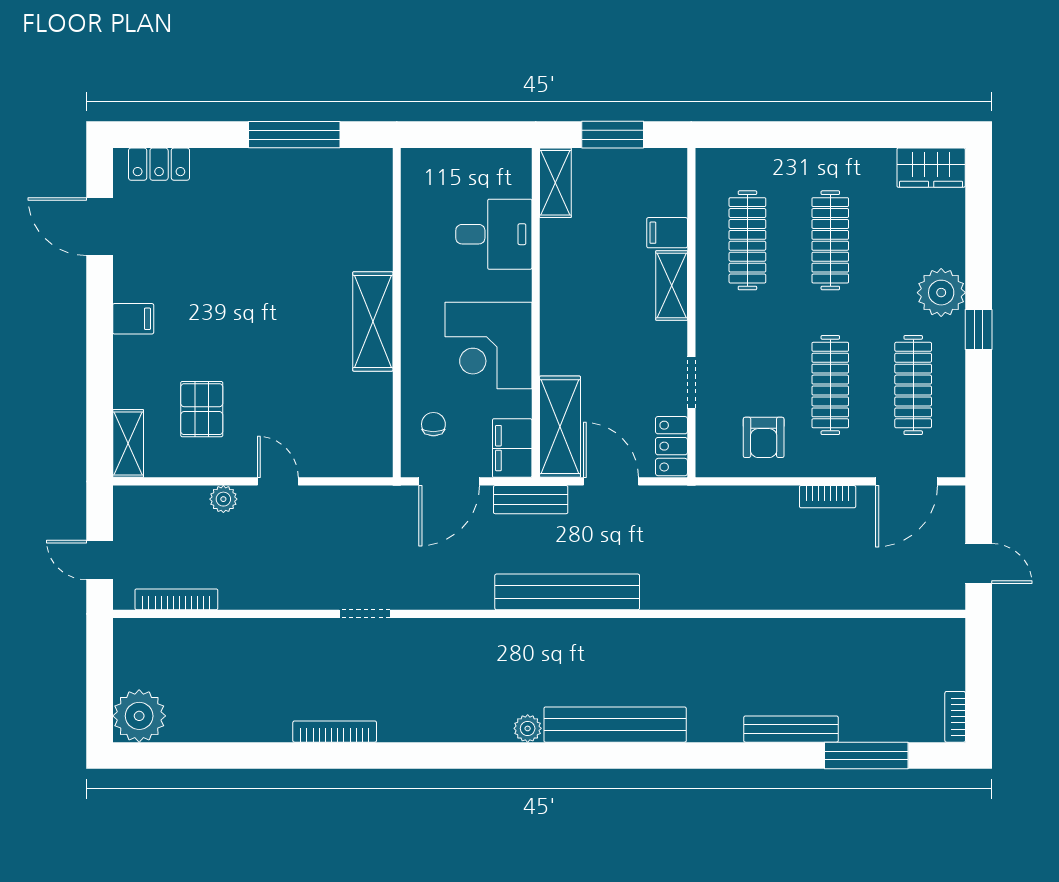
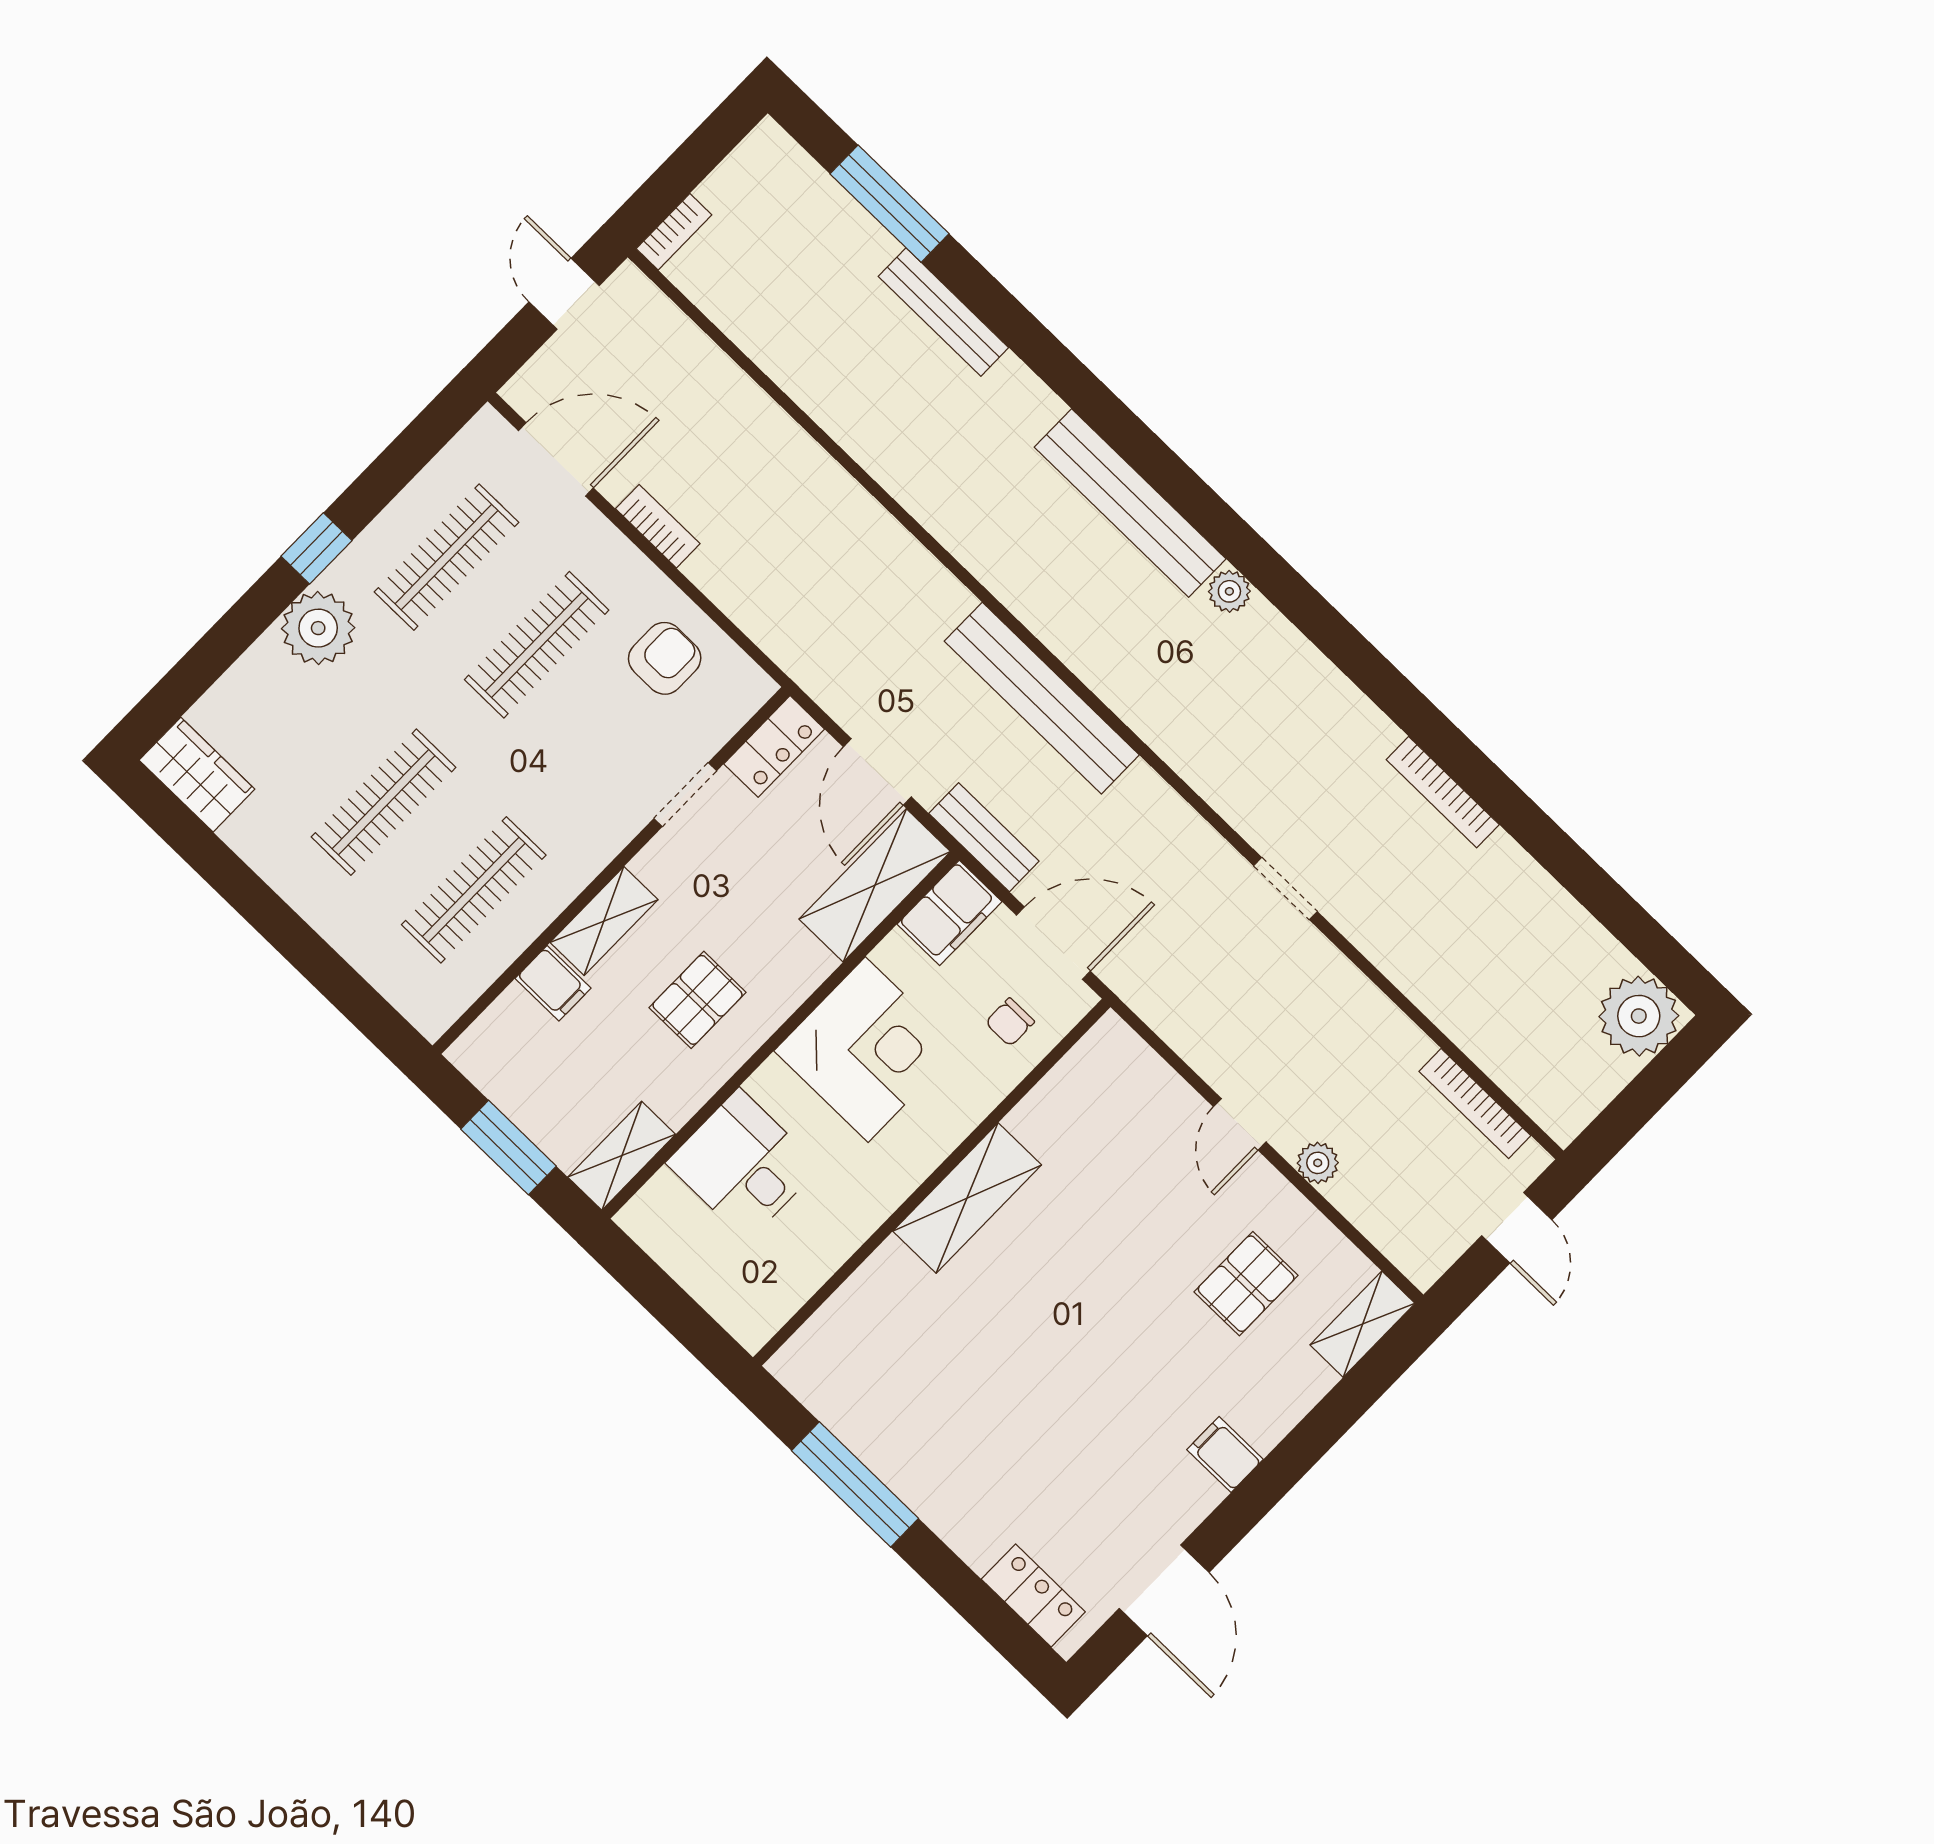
pallet: (591, 291) -> (698, 1000), added
bookcase: (955, 717) -> (674, 232), moved

